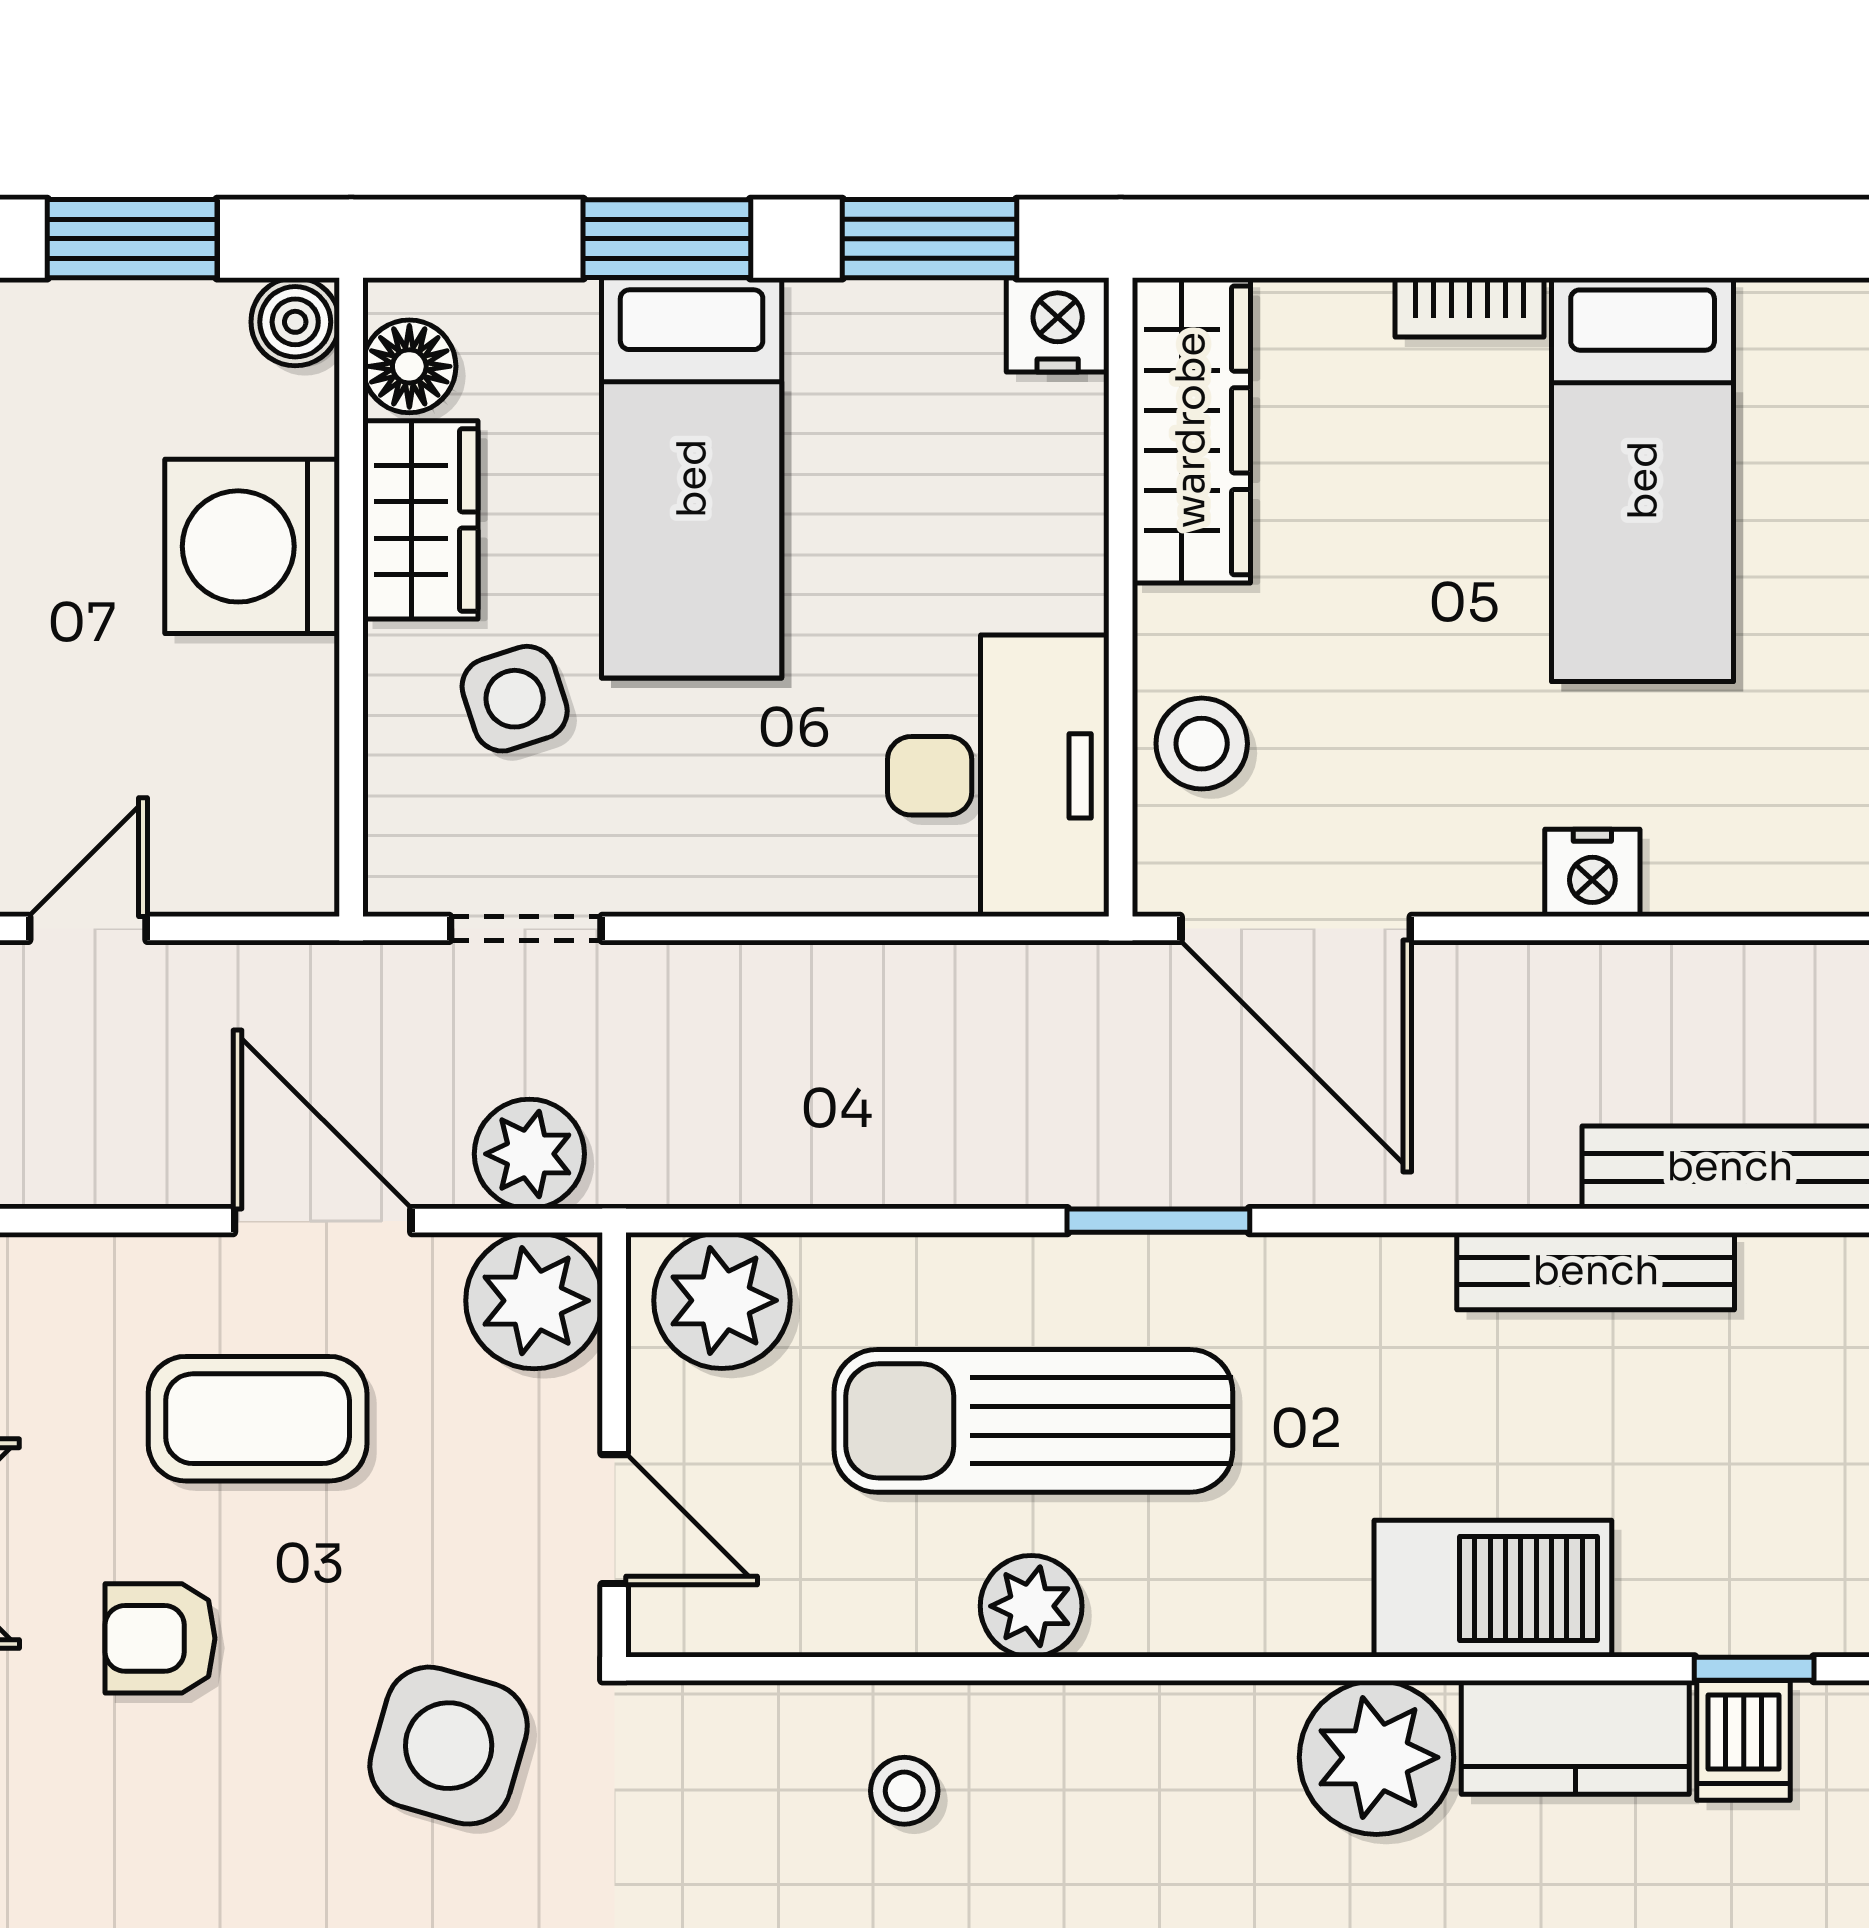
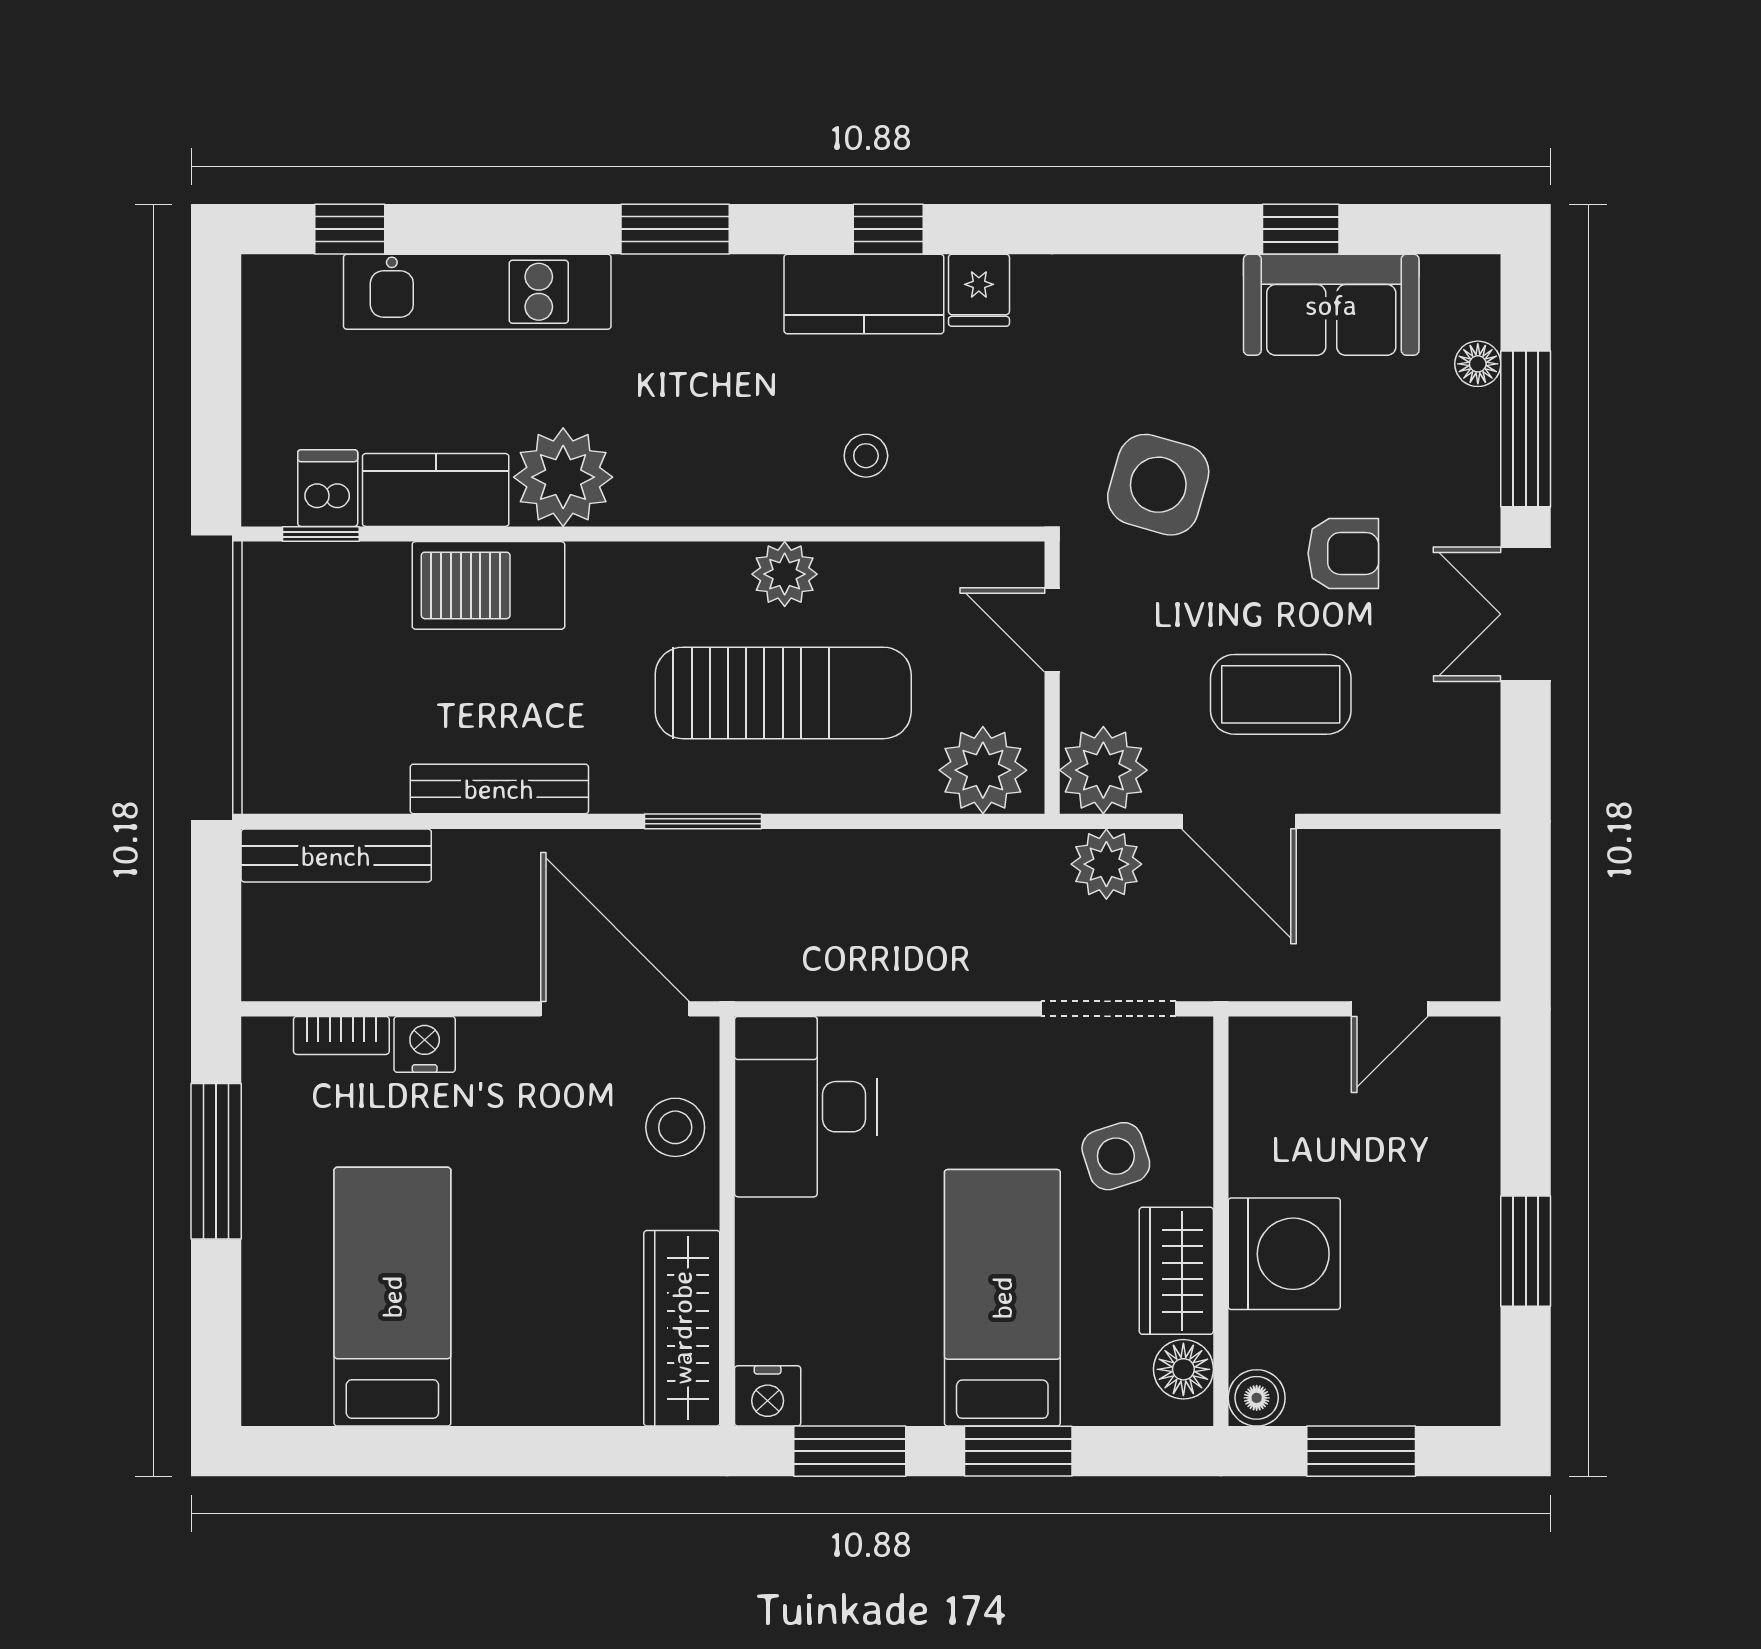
bookcase: (1469, 307) -> (341, 1035), moved, turned 180
doorway: (526, 928) -> (1109, 1009), width x1.38
bench: (1596, 1271) -> (499, 789), moved

